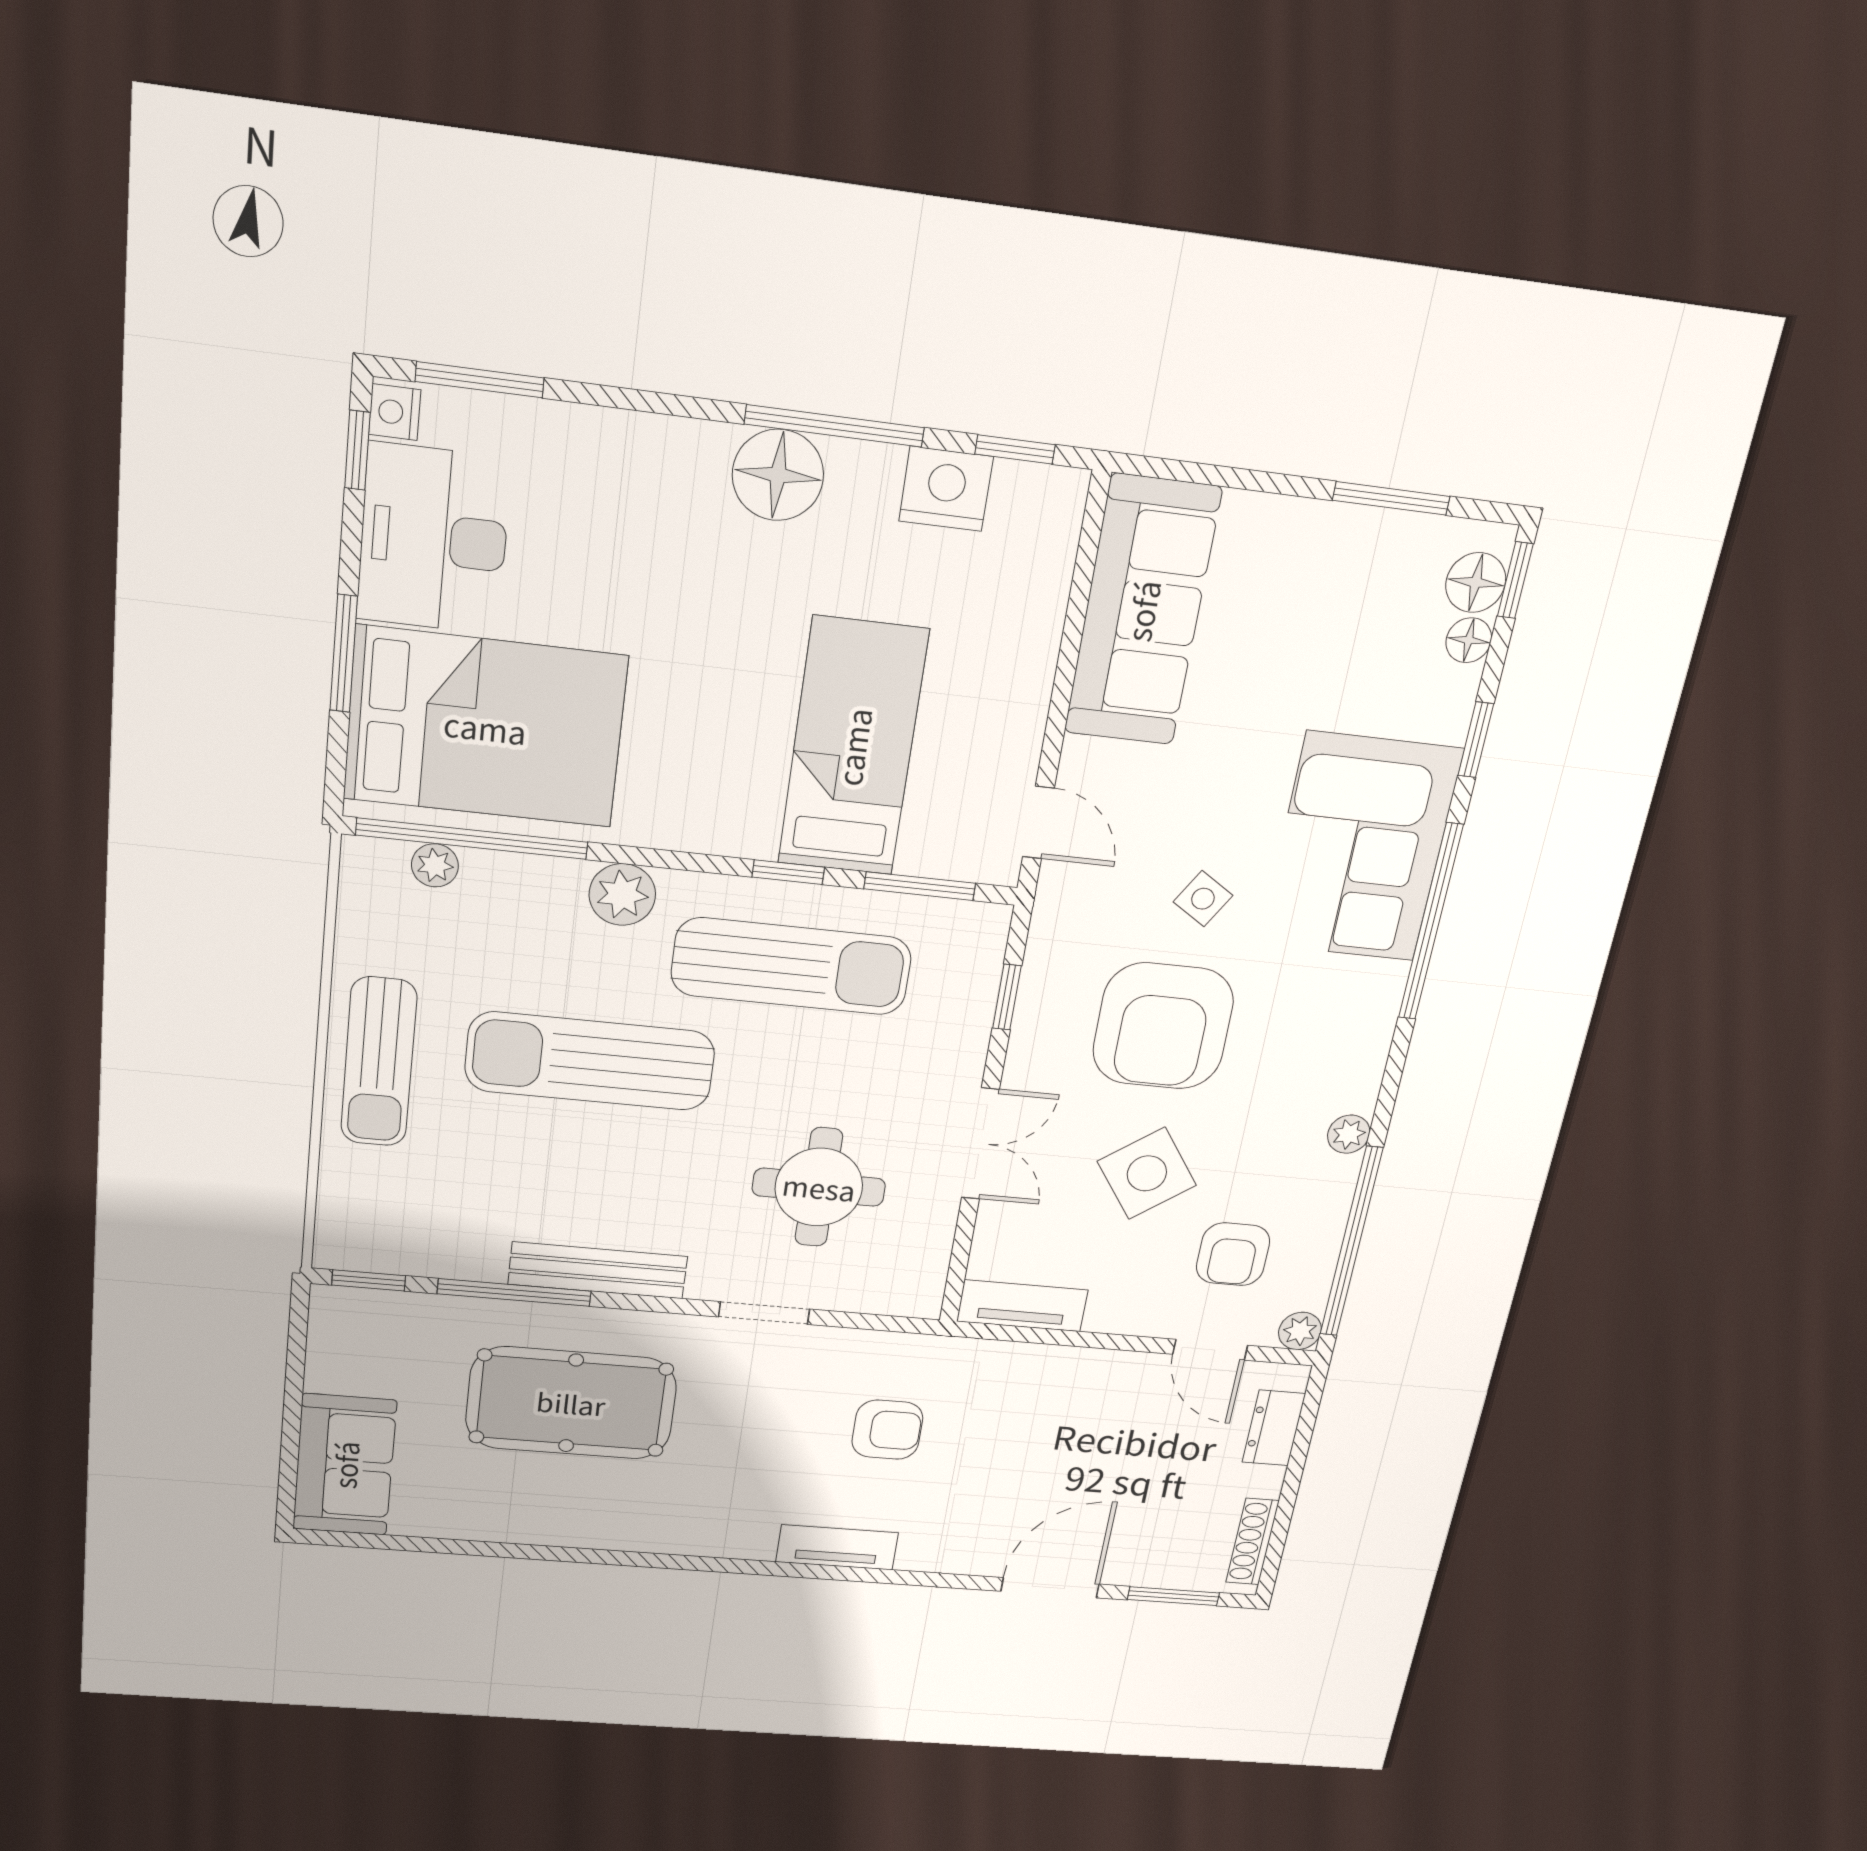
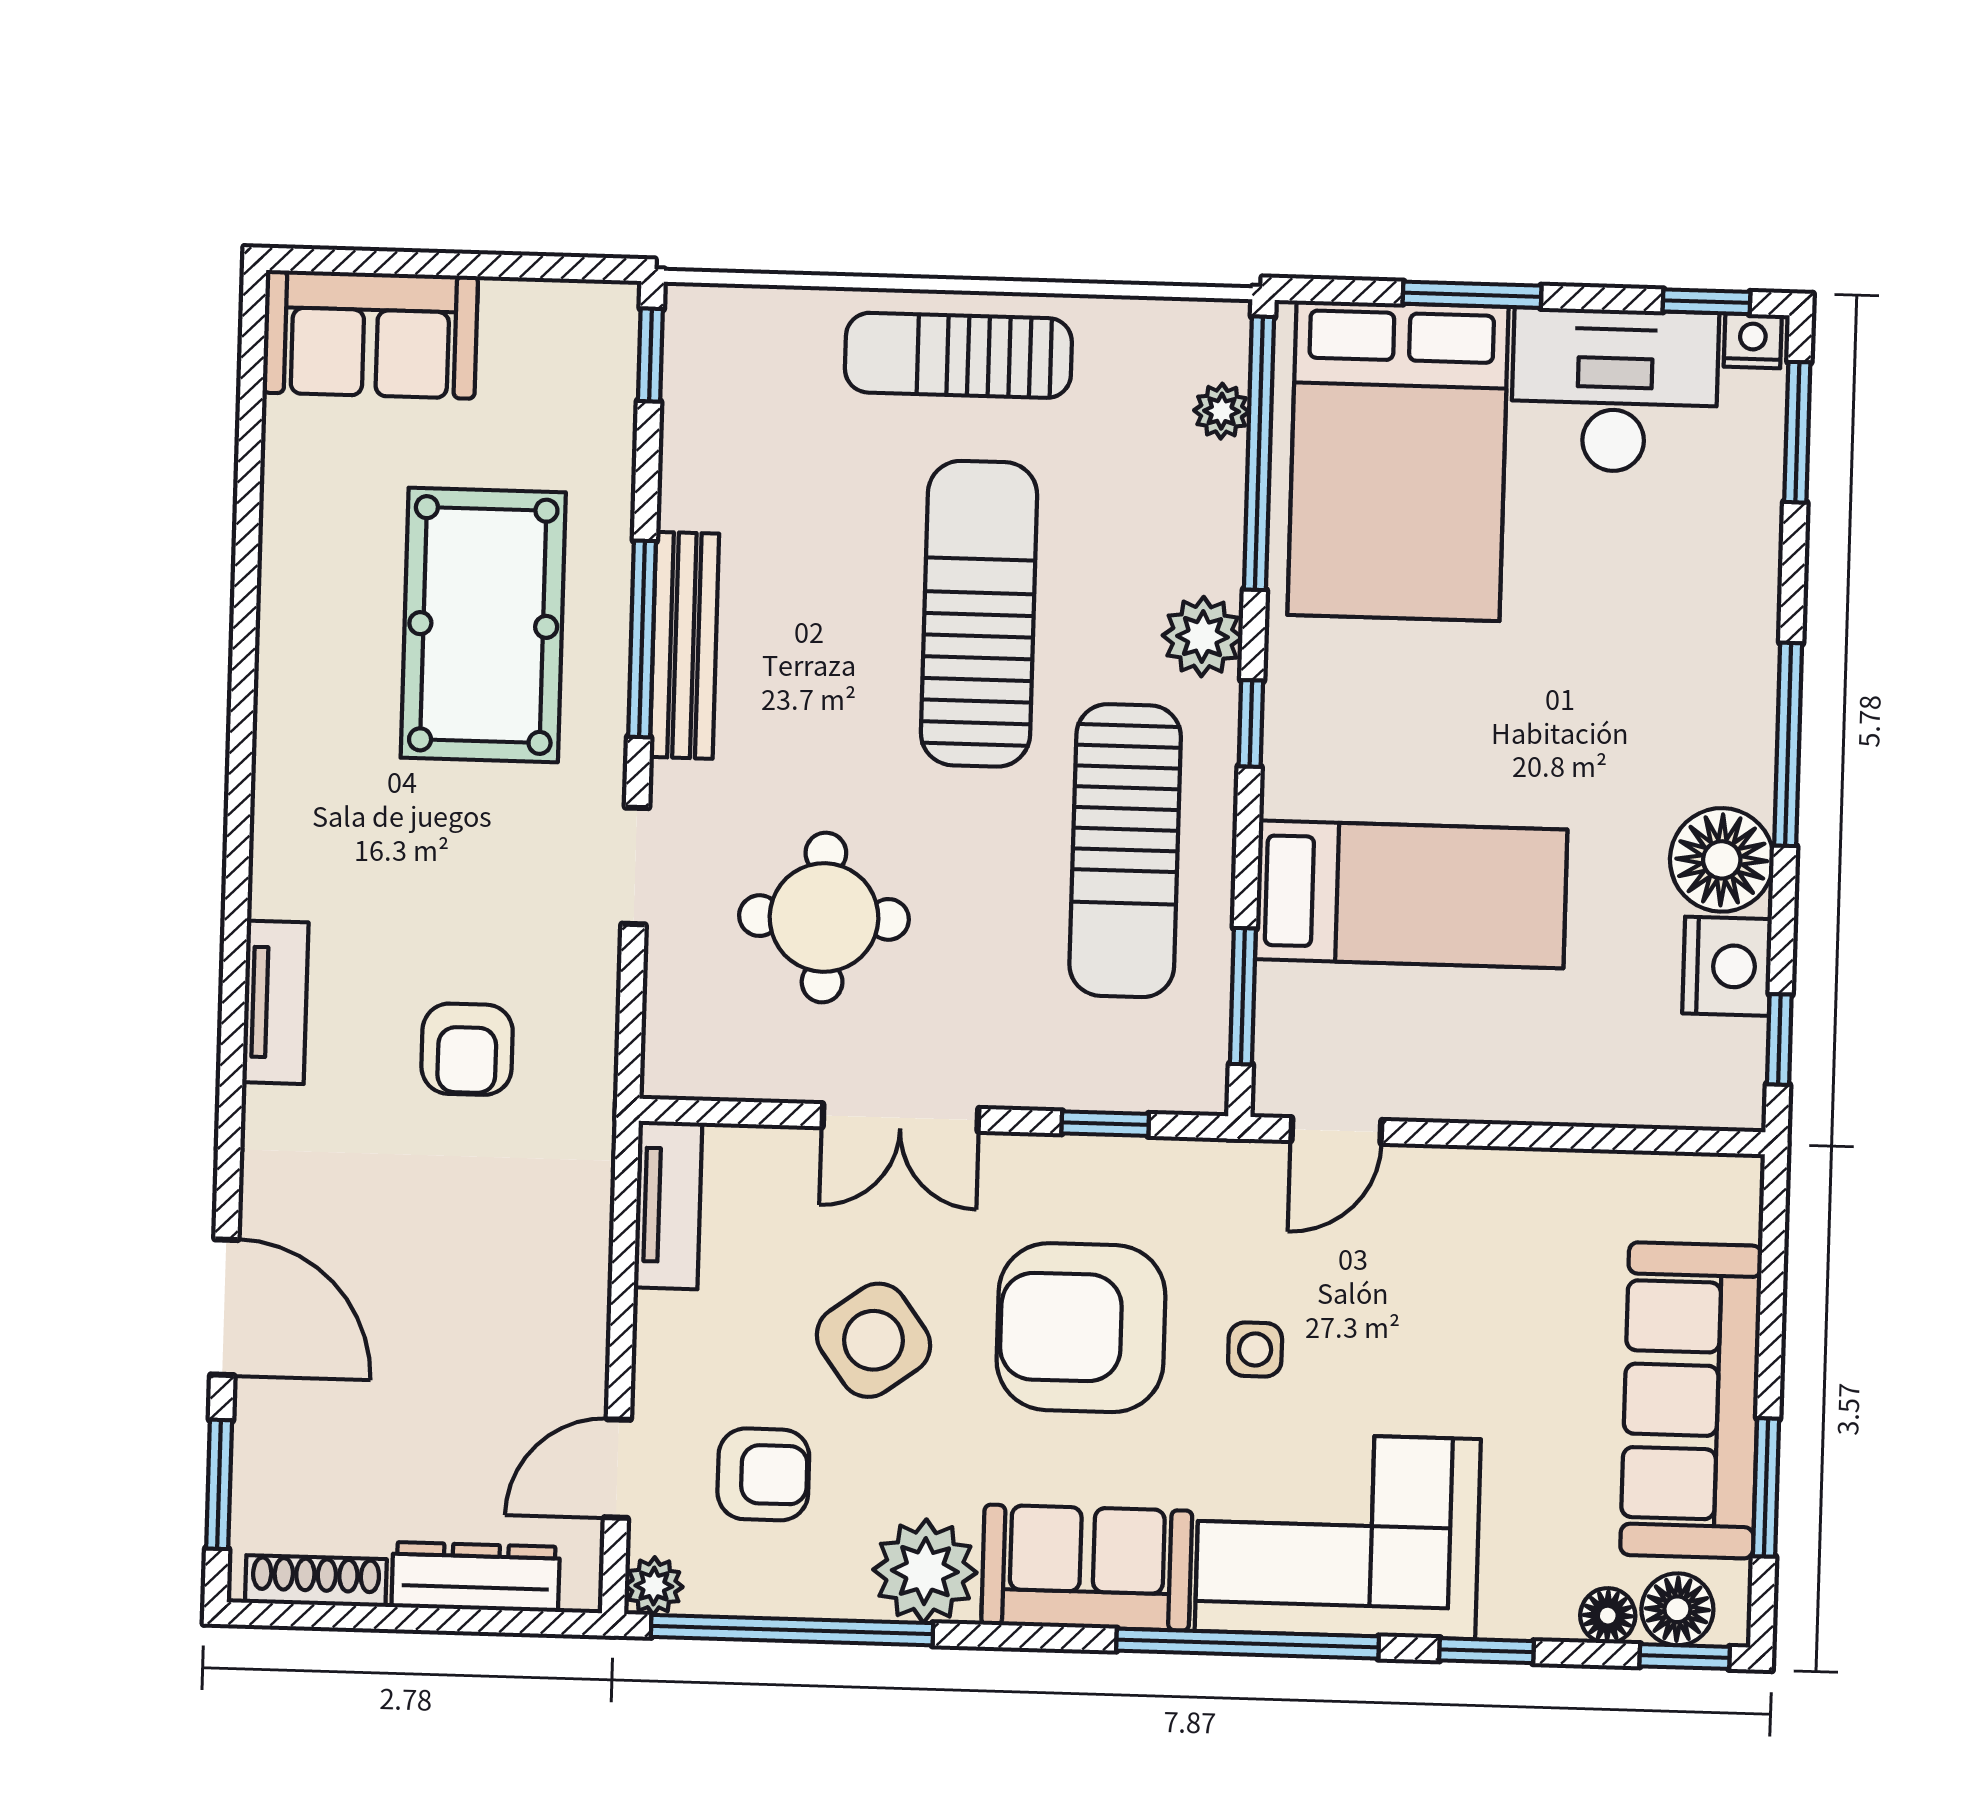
window: (834, 426) -> (1788, 744), moved
floor lamp: (778, 475) -> (1722, 860), moved
sofa: (1142, 611) -> (1691, 1400), moved, turned 90
window: (788, 872) -> (1251, 723), moved
side table: (1203, 899) -> (1255, 1349), turned -32
sofa: (1348, 1035) -> (1087, 1568), added
plant: (1349, 1134) -> (925, 1571), width x1.87, depth x1.87
armchair: (1233, 1254) -> (763, 1474), turned 180
window: (514, 1292) -> (642, 639), moved
dresser: (1274, 1428) -> (476, 1577), width x1.44

